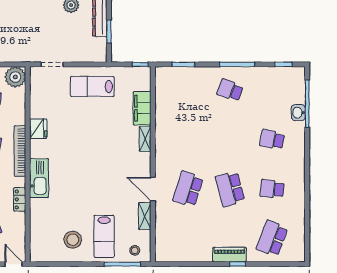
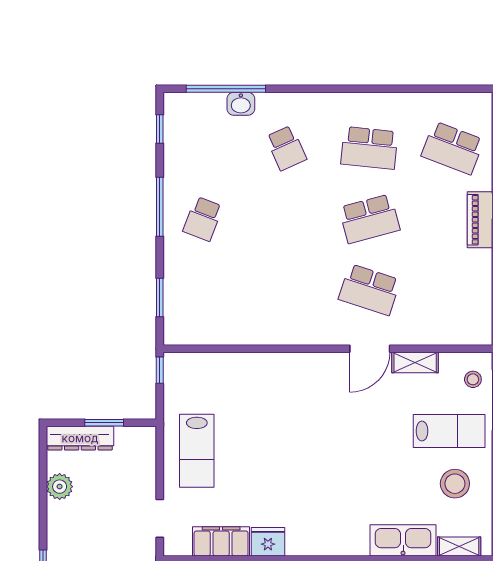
filing cabinet: (142, 108) -> (221, 541), moved, turned 180
shelving: (145, 139) -> (459, 547), moved
school desk: (272, 140) -> (286, 148), turned -36
kitchen sink: (39, 178) -> (403, 540), moved
school desk: (272, 189) -> (369, 148), width x1.85

